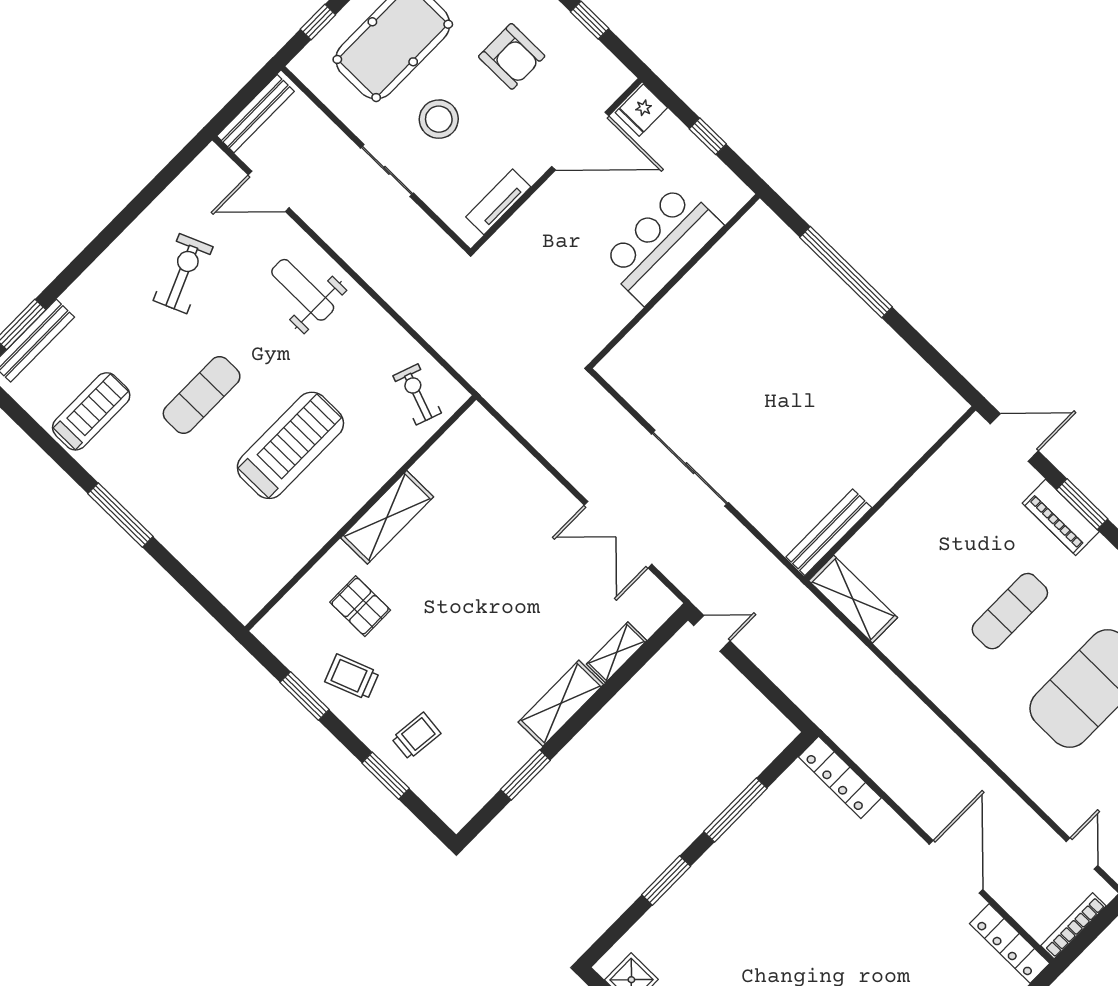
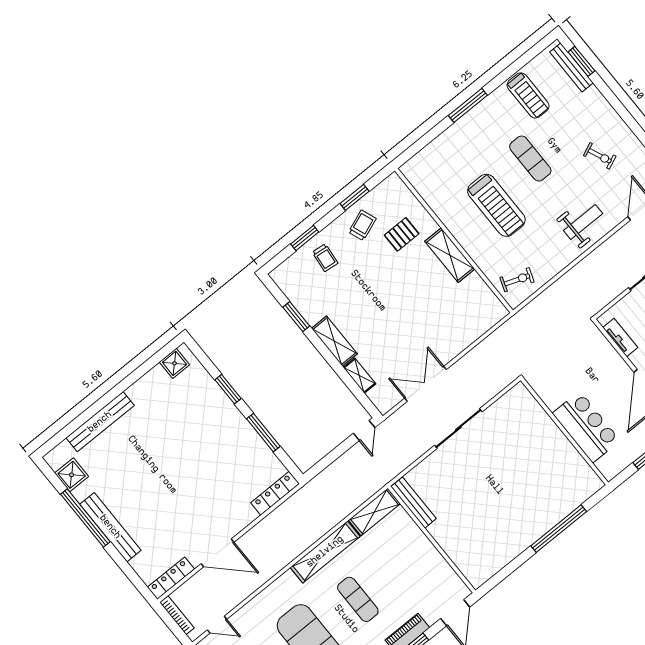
exercise bike: (183, 274) -> (600, 156), width x0.73, depth x0.72
shelving: (933, 678) -> (325, 552), added

